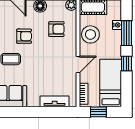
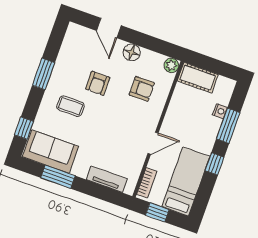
stool: (90, 34) -> (182, 111), removed
armchair: (24, 36) -> (98, 83), turned 90
window: (20, 112) -> (58, 177), added

